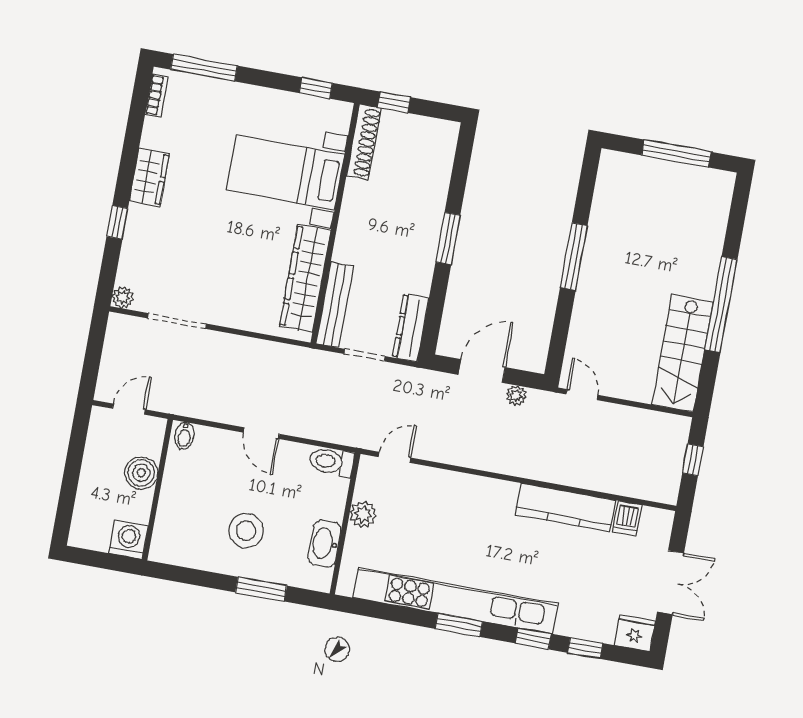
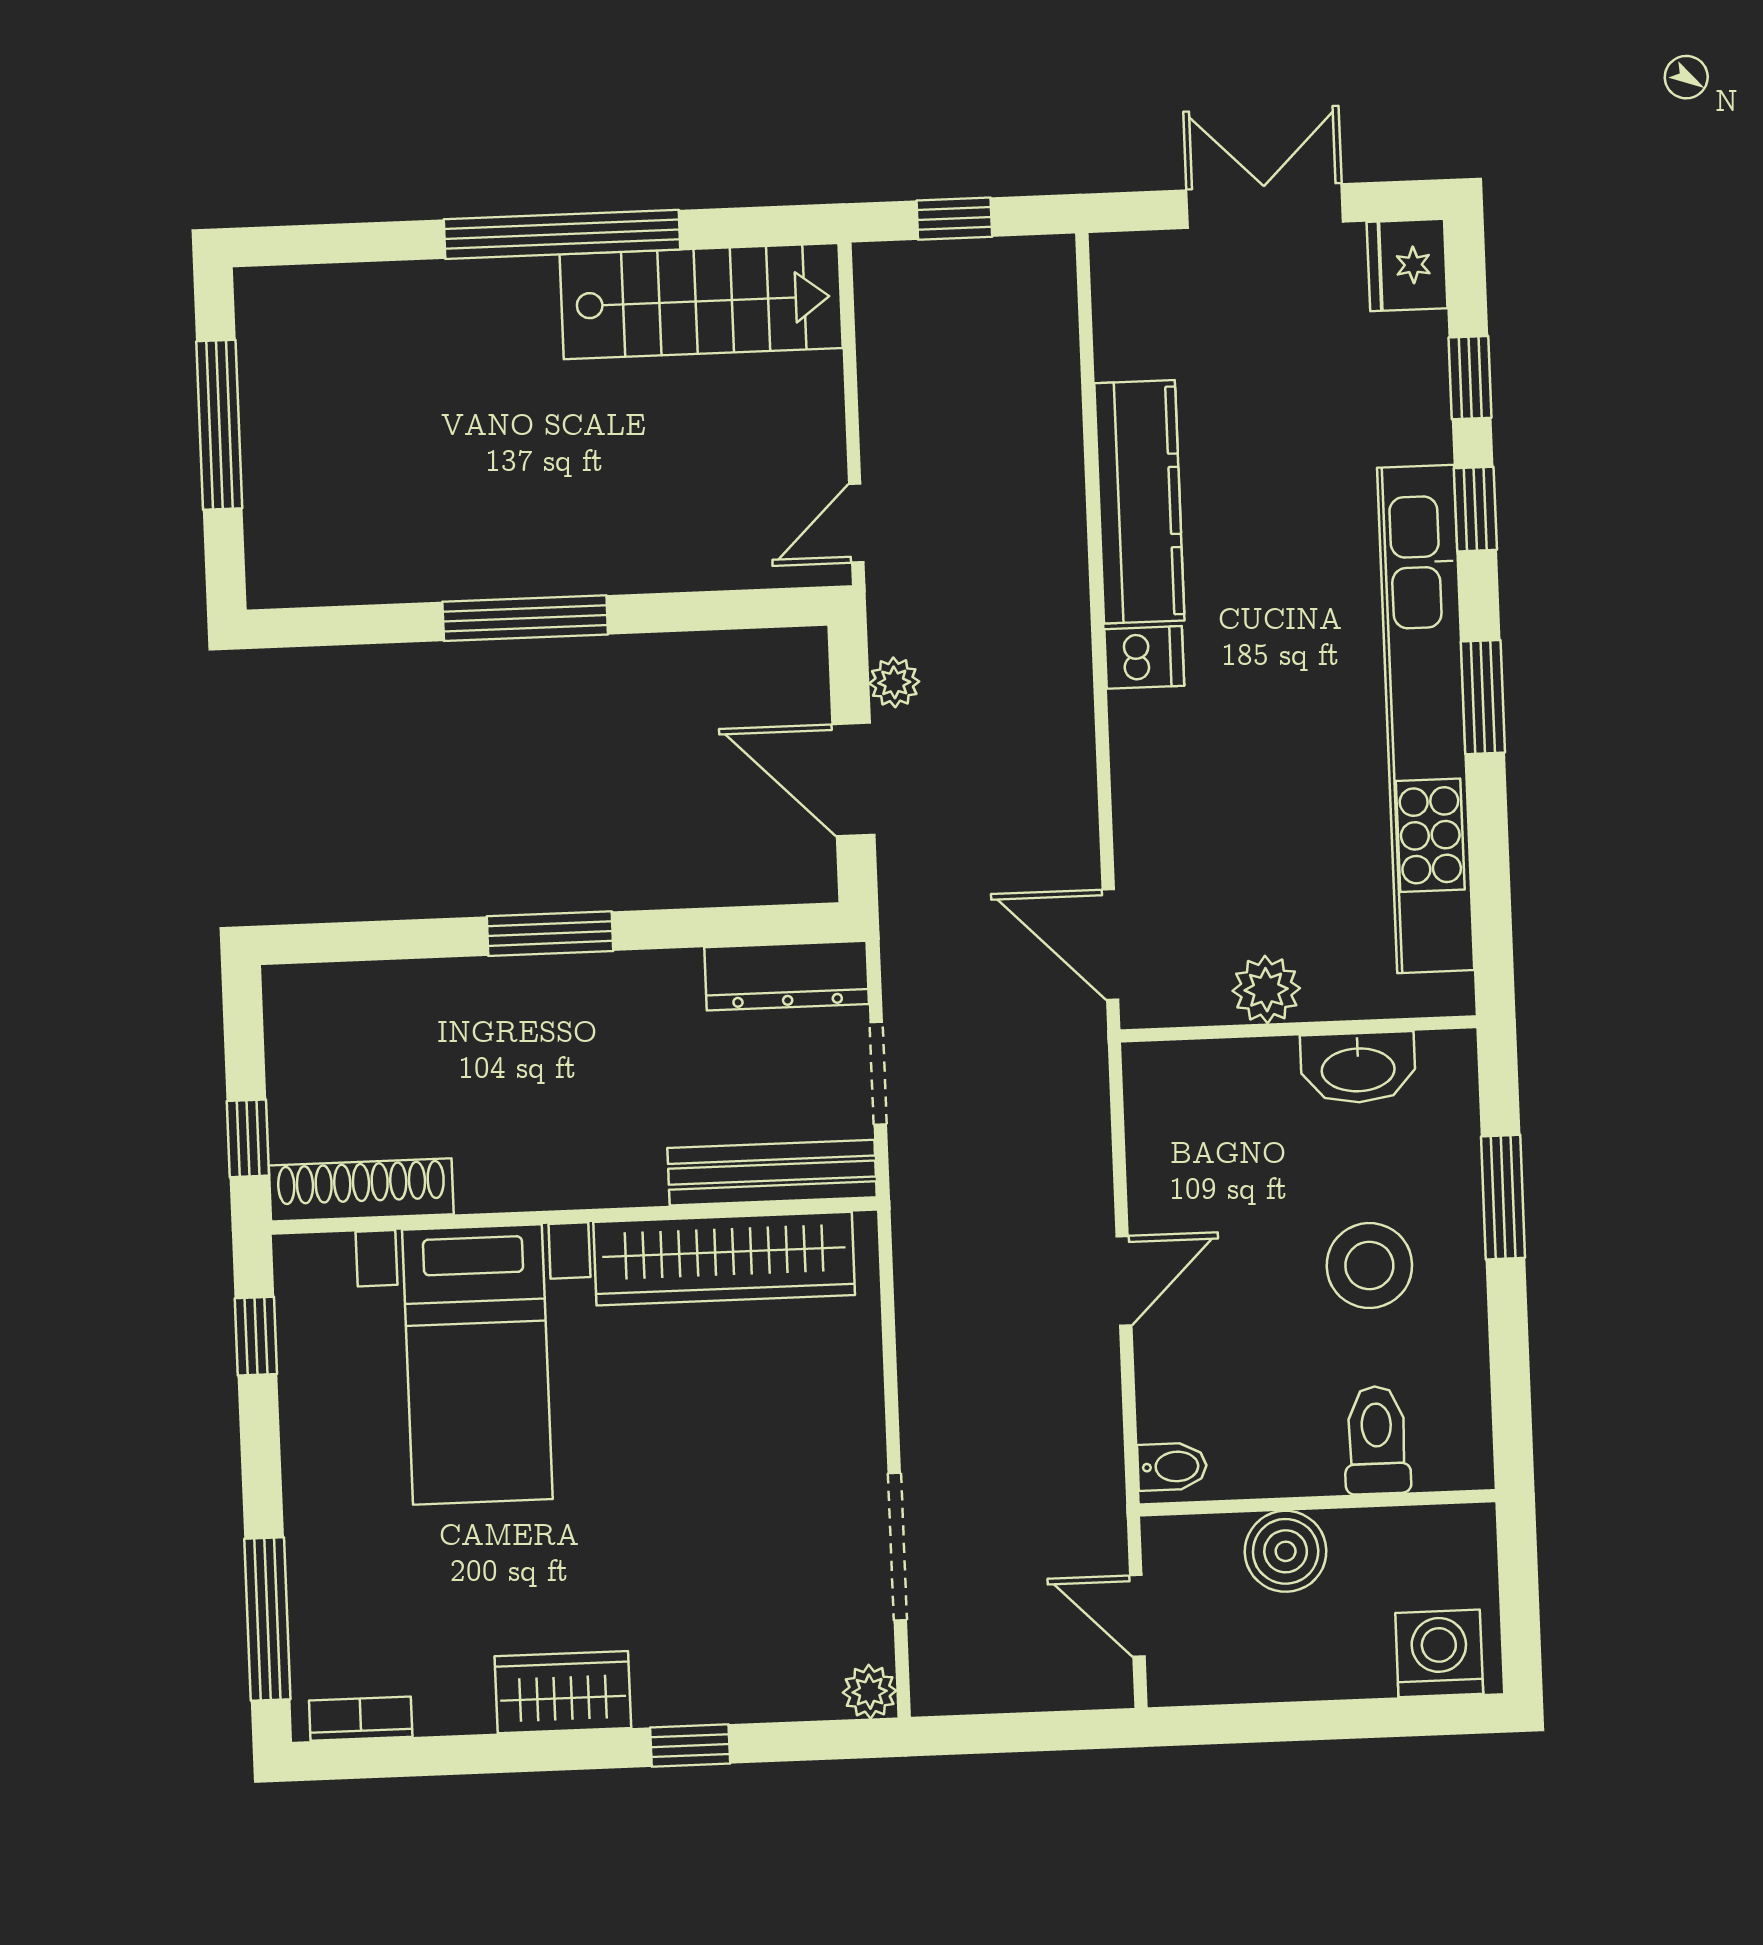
door: (394, 457) -> (1110, 945), width x1.38
toilet: (332, 462) -> (1377, 1440), moved, turned 180
dishwasher: (627, 518) -> (1144, 657), moved
washing machine: (128, 540) -> (1439, 1653), moved, turned 90

